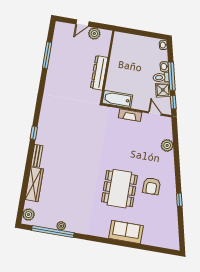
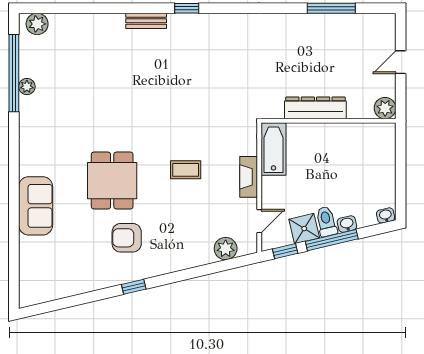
door: (82, 23) -> (401, 62), hinge flipped
plant: (94, 34) -> (385, 108), moved
plant: (167, 145) -> (226, 249), moved
coffee table: (120, 148) -> (186, 170), added
wardrobe: (34, 184) -> (94, 25), removed
dining table: (119, 189) -> (112, 181), width x0.73
window: (179, 200) -> (134, 287), moved

